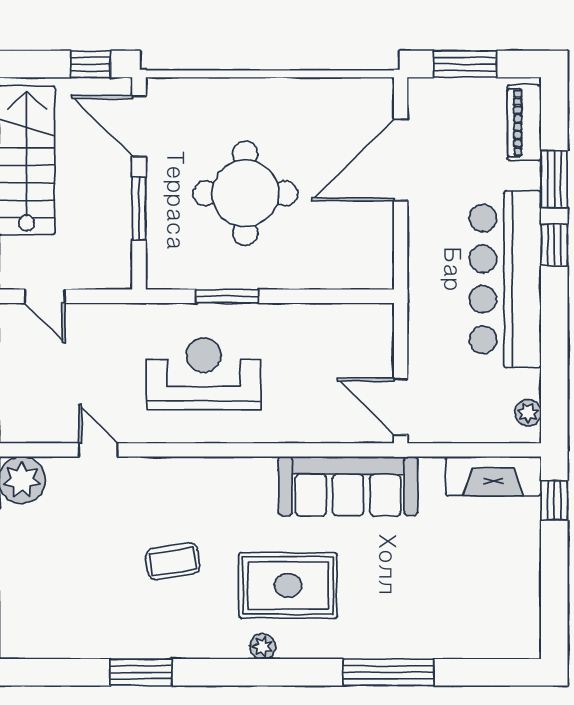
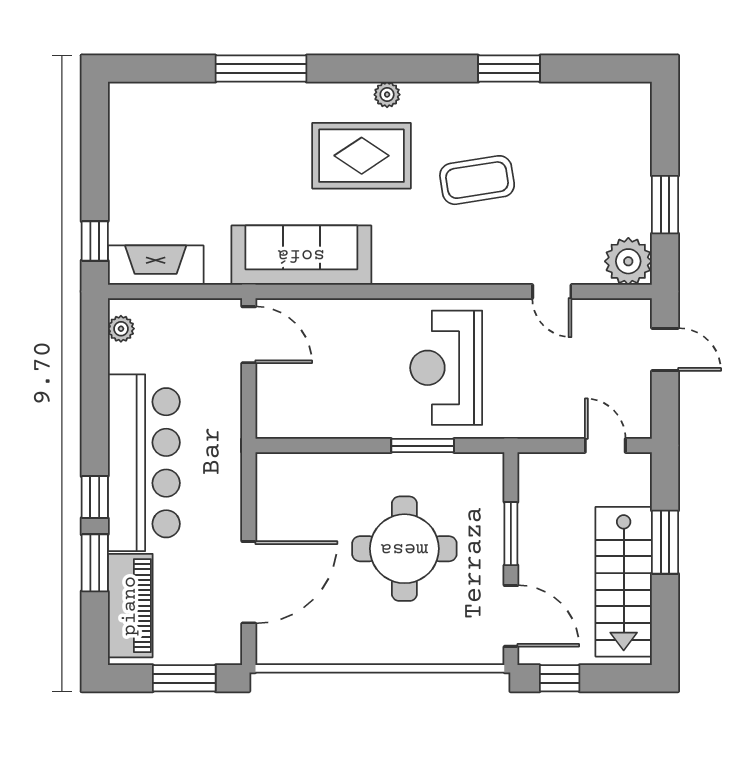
piano: (524, 123) -> (130, 606), width x1.37, depth x1.33
reception desk: (204, 374) -> (446, 368), turned 90
coffee table: (173, 561) -> (477, 180), width x1.36, depth x1.30

